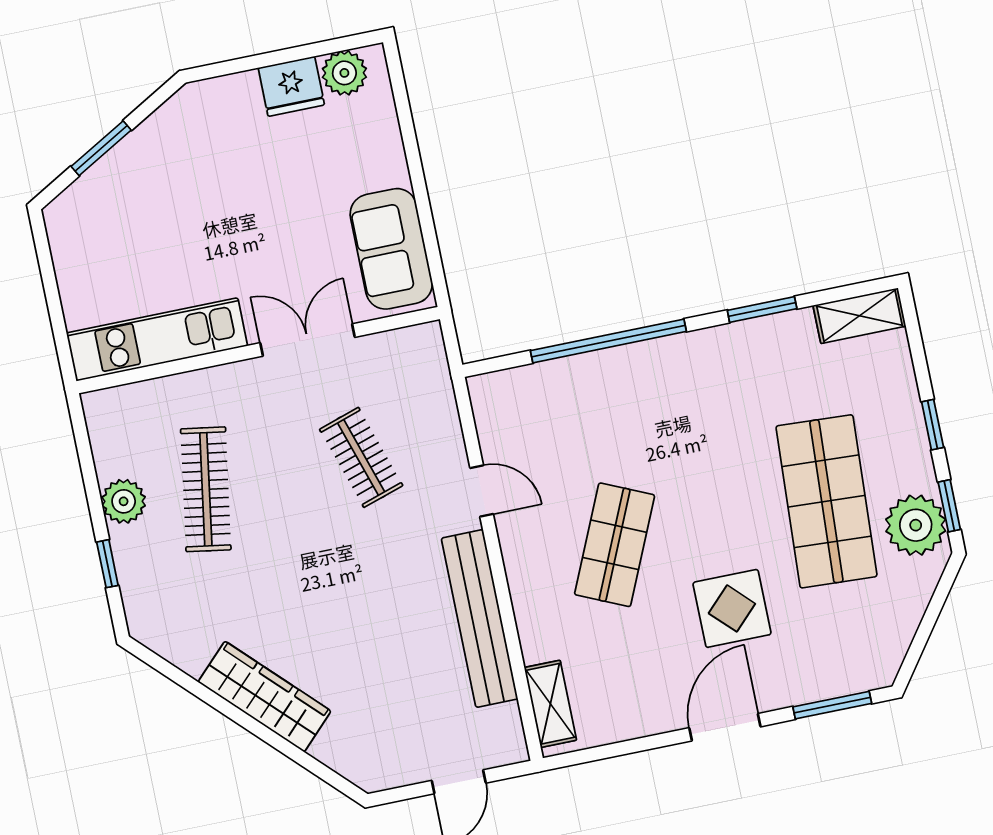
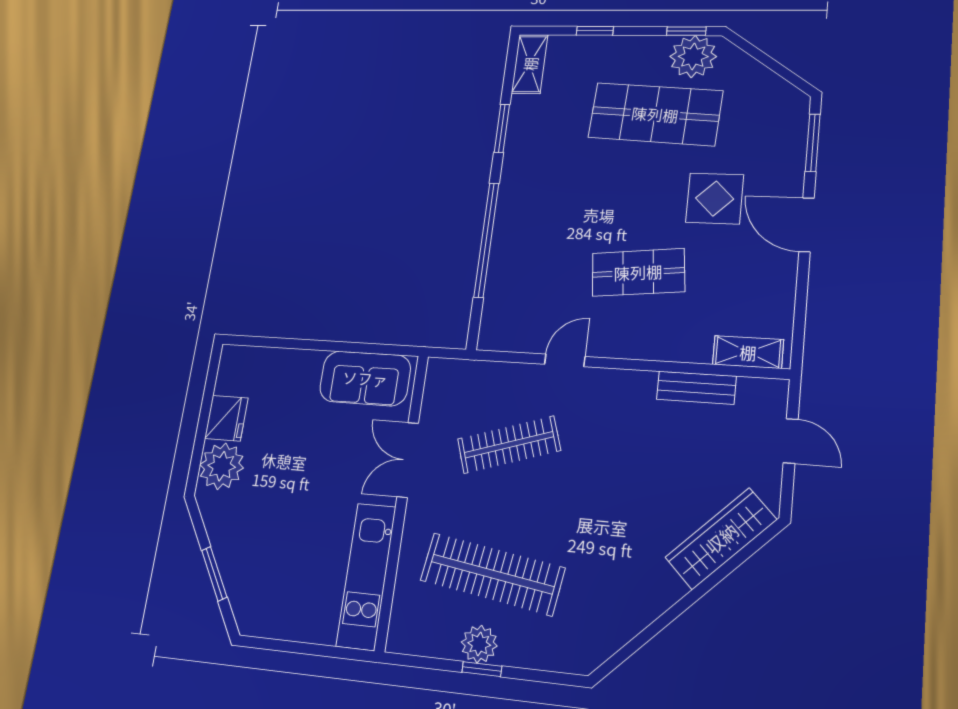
plant: (344, 73) -> (222, 466), moved, width x1.36, depth x1.36
window: (933, 425) -> (595, 31), moved
clothes rail: (361, 457) -> (509, 445), width x1.36
clothes rail: (206, 489) -> (492, 574), width x1.37, depth x1.31
shop shelf: (615, 545) -> (638, 272), turned -30
window: (107, 564) -> (482, 669), moved
bench: (480, 618) -> (696, 388), width x0.54, depth x0.82
wardrobe: (265, 697) -> (721, 538), moved

